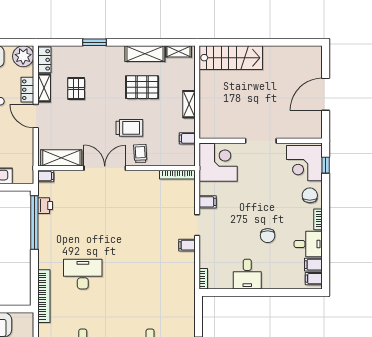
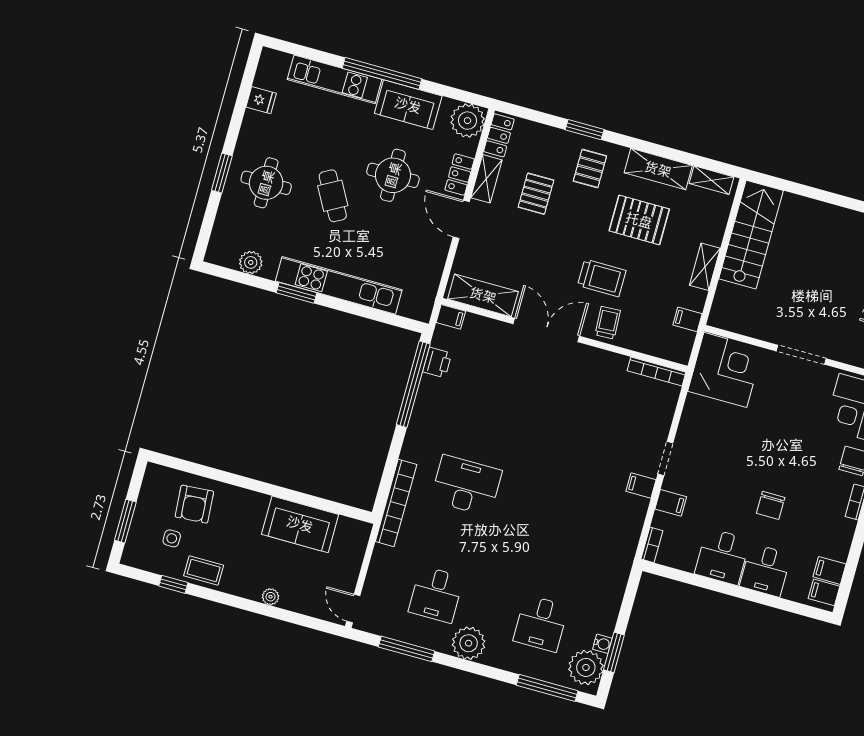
stairs: (231, 58) -> (751, 235), moved, turned -90
pallet: (104, 65) -> (590, 168), added
filing cabinet: (208, 202) -> (671, 503), moved
desk: (308, 244) -> (765, 570), moved, turned 90

